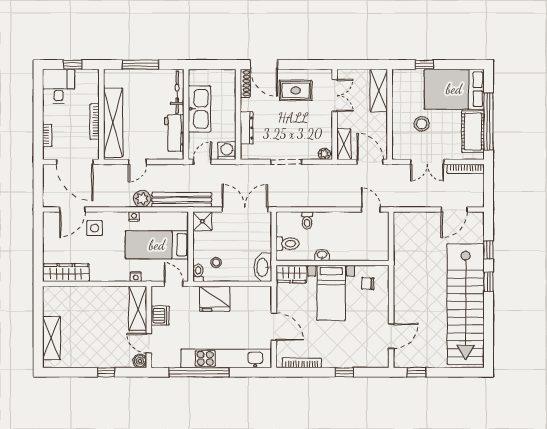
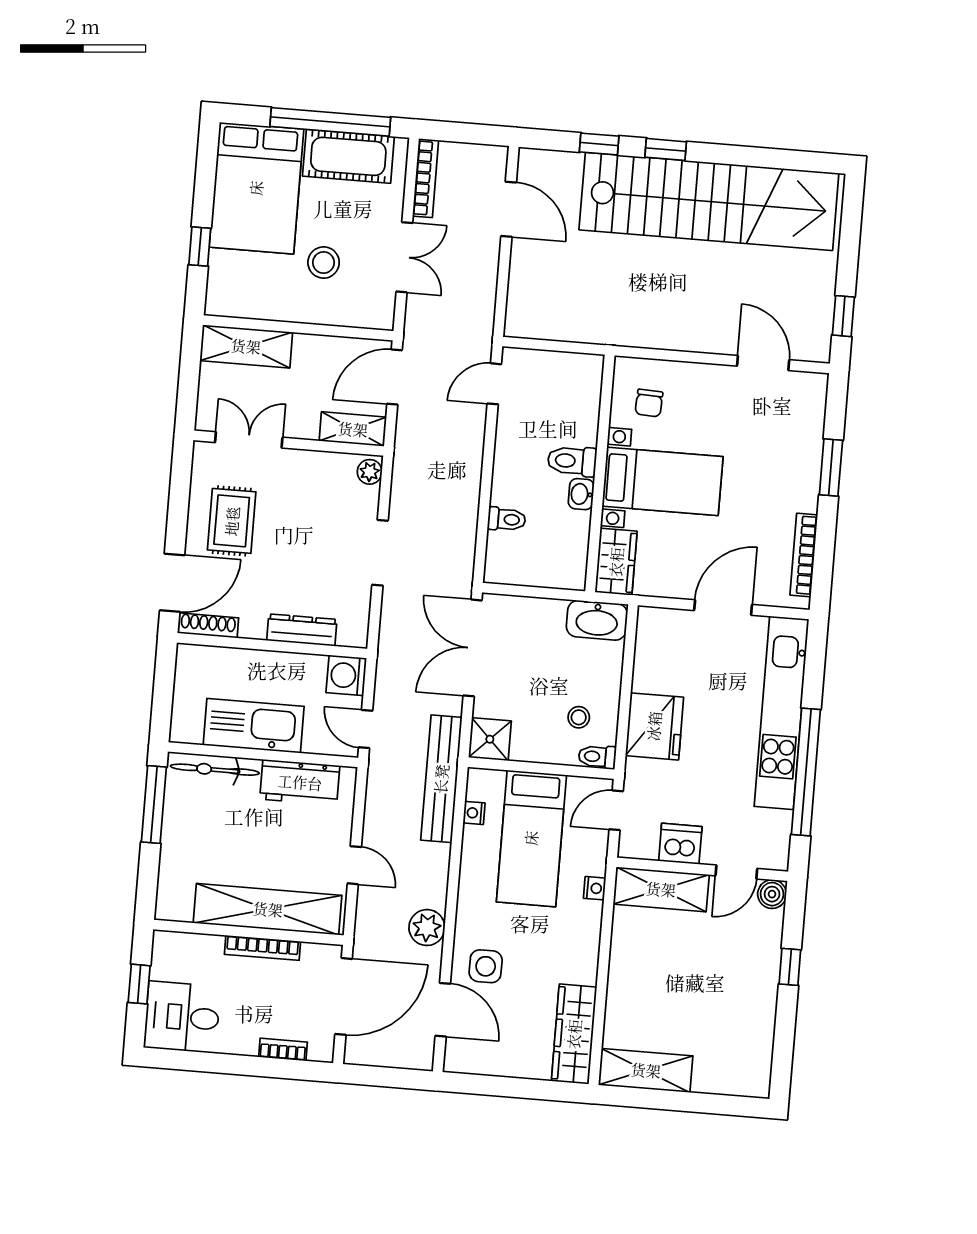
window: (140, 65) -> (154, 805), moved
plant: (142, 199) -> (427, 928), moved
nightstand: (134, 217) -> (474, 813), moved
toilet: (287, 244) -> (572, 461), moved, turned -90
shelving: (51, 338) -> (646, 1070), moved
window: (344, 372) -> (831, 467), width x1.50

